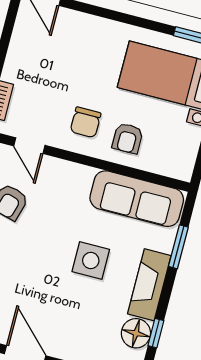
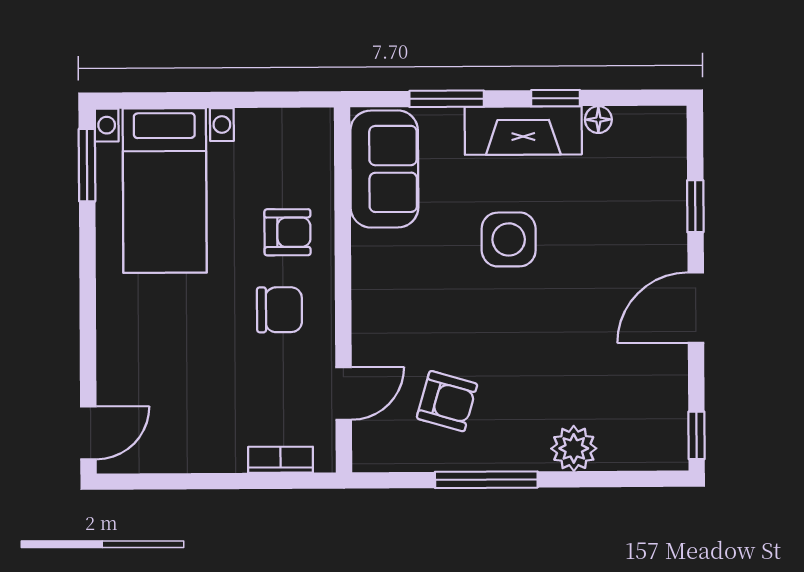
sofa: (137, 199) -> (384, 169), width x0.73
floor lamp: (136, 333) -> (598, 120), width x0.53, depth x0.53
window: (156, 333) -> (555, 98), moved

